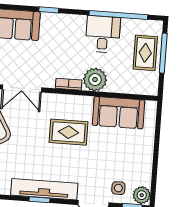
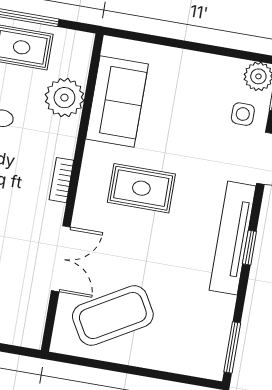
plant: (95, 80) -> (64, 98), moved
rug: (69, 132) -> (141, 188), turned 90

